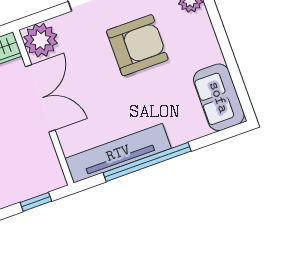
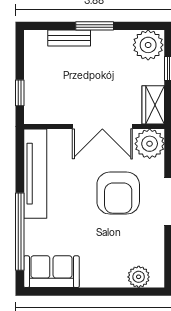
armchair: (137, 45) -> (118, 193), moved
window: (147, 162) -> (20, 232), moved

